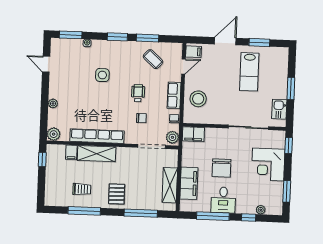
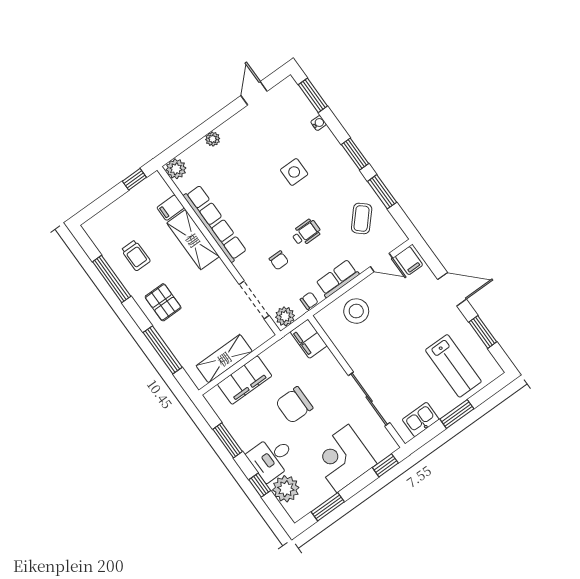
lab bench: (249, 72) -> (453, 366), moved, turned -90
pallet: (117, 194) -> (163, 302), turned 90
desk: (223, 200) -> (272, 458), moved
plant: (261, 210) -> (286, 489), width x1.88, depth x1.88
window: (213, 216) -> (228, 440), width x0.69

